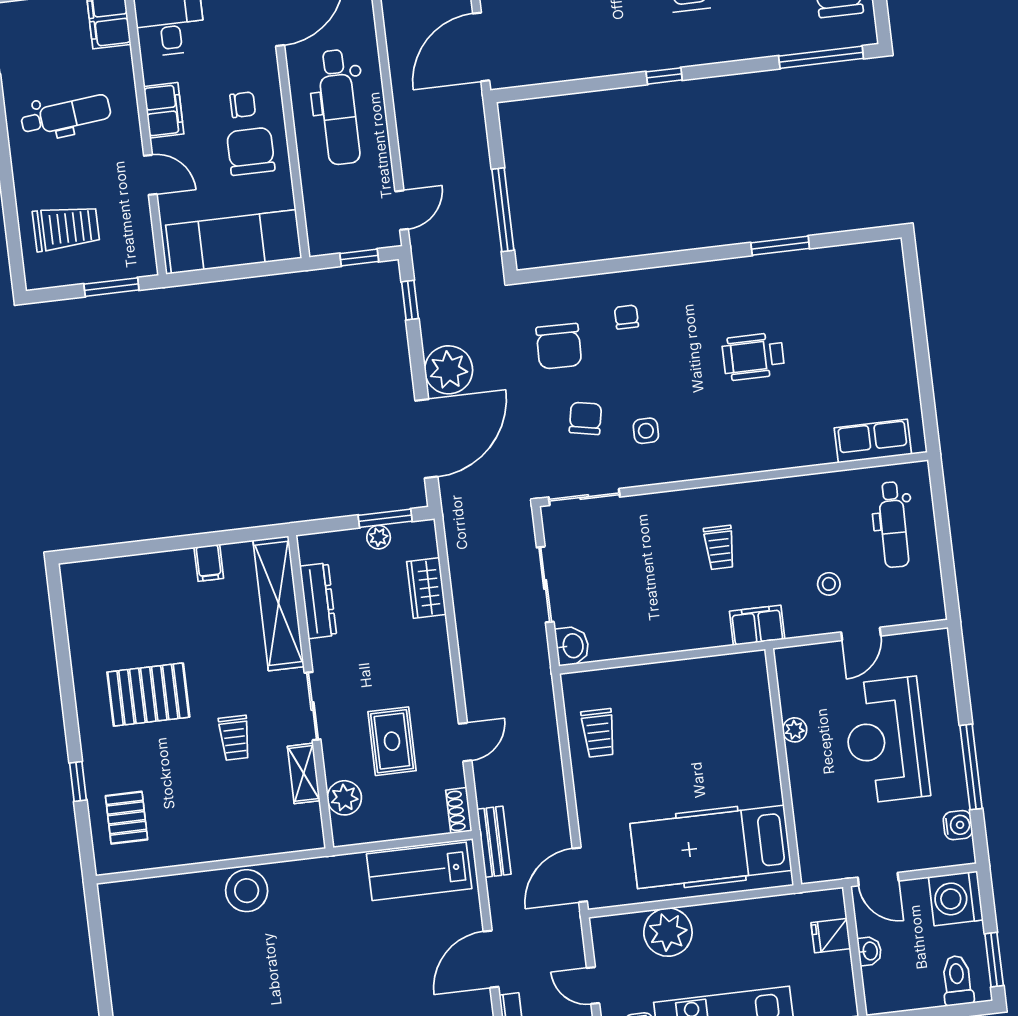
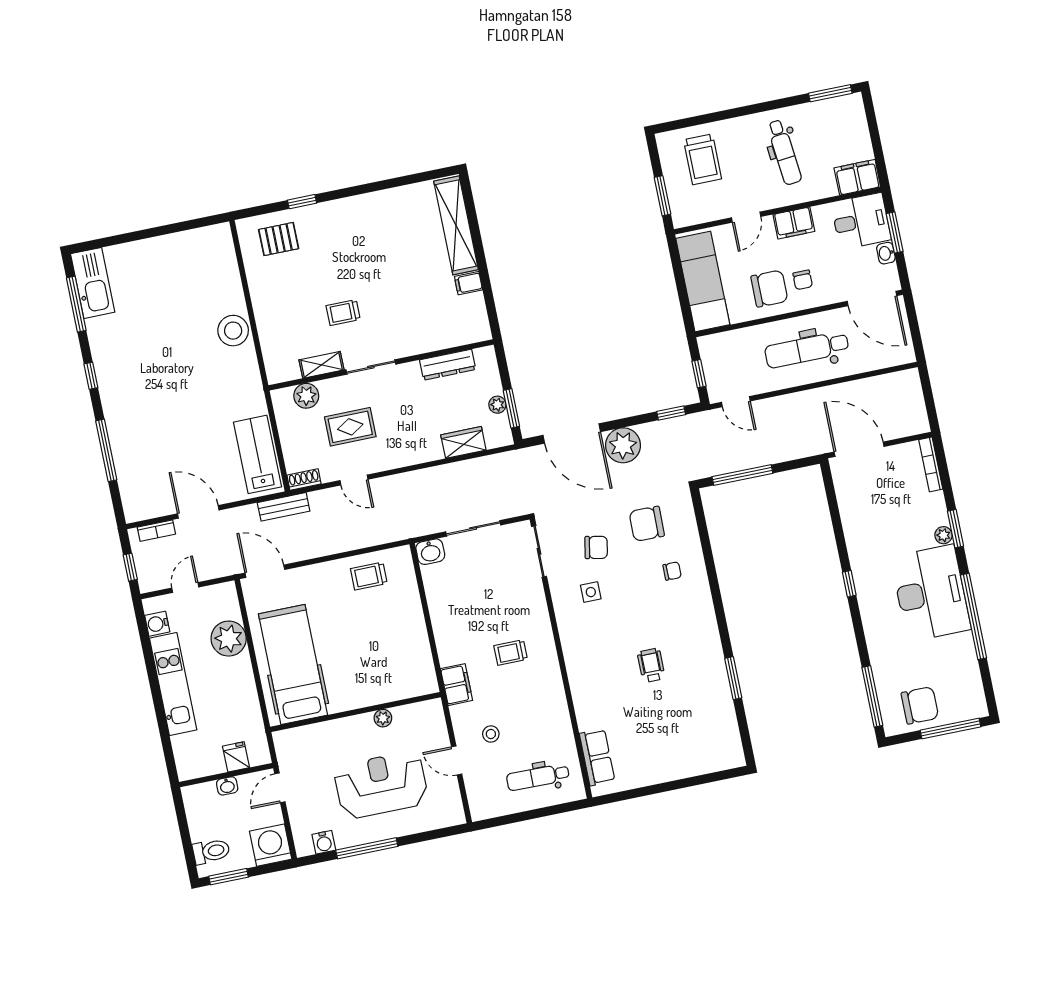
wheelchair: (753, 356) -> (651, 665), width x0.73, depth x0.73
shelving: (279, 603) -> (456, 225), moved, turned 90
pallet: (148, 695) -> (369, 247), removed

